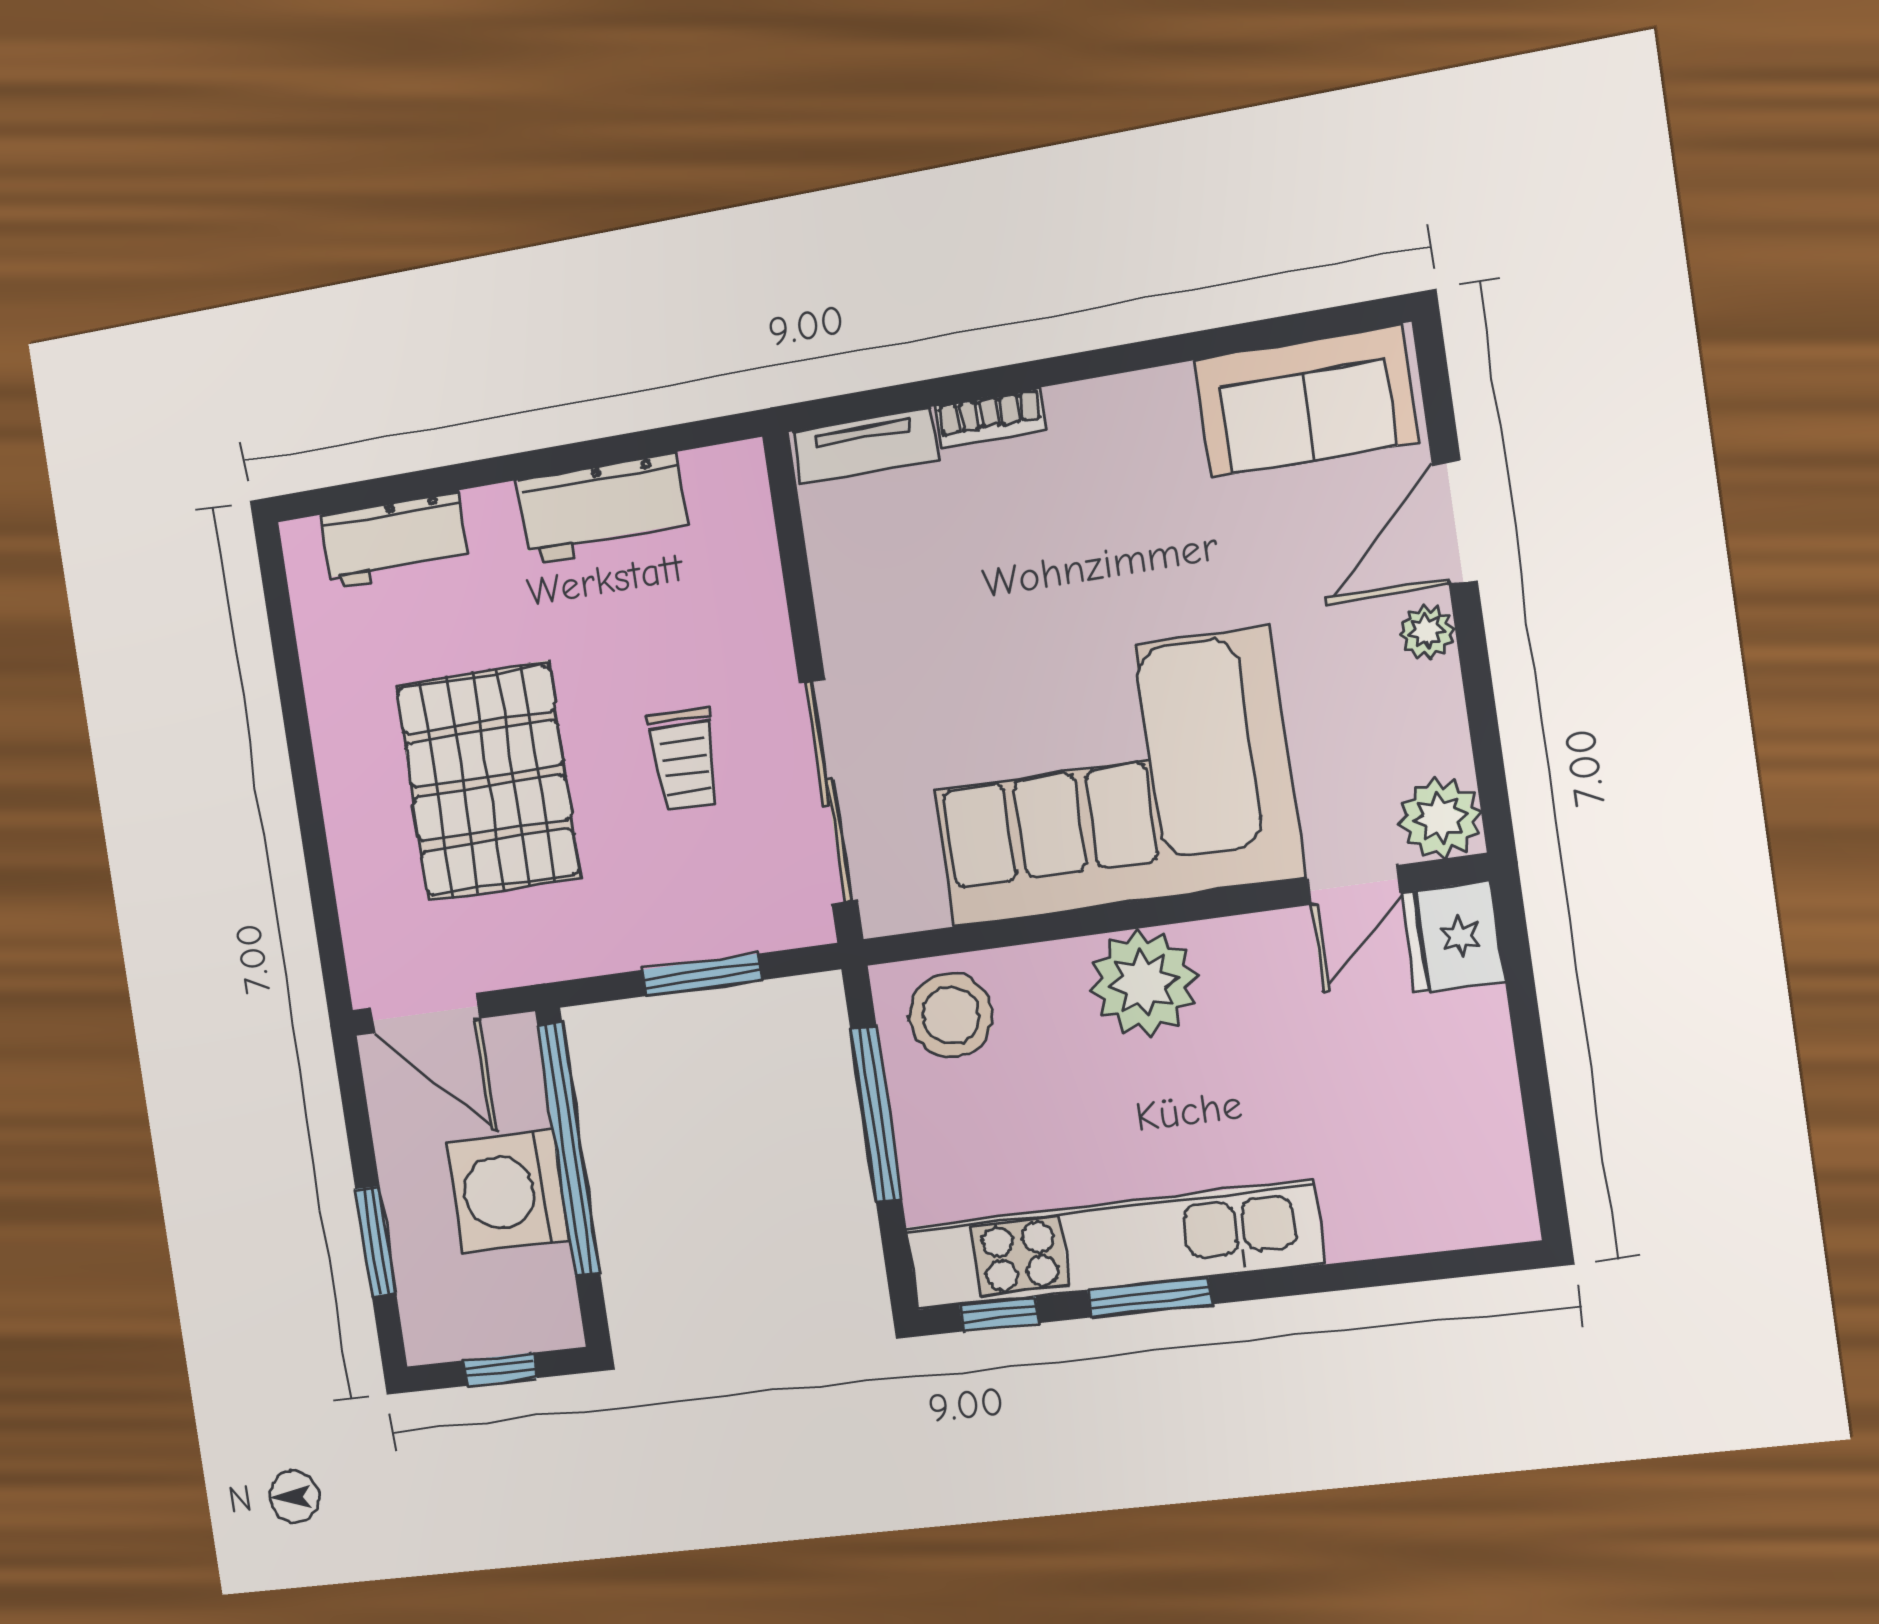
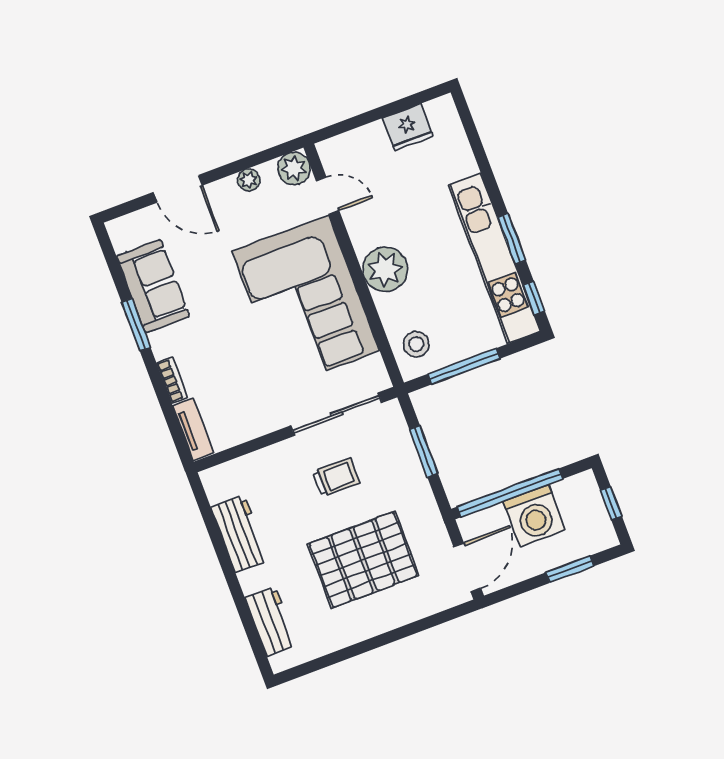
window: (1142, 355) -> (136, 325), added
sofa: (1306, 401) -> (153, 286), moved
plant: (1427, 632) -> (249, 180), moved
fridge: (1453, 937) -> (408, 127), moved
stool: (951, 1015) -> (416, 344), width x0.73, depth x0.73

